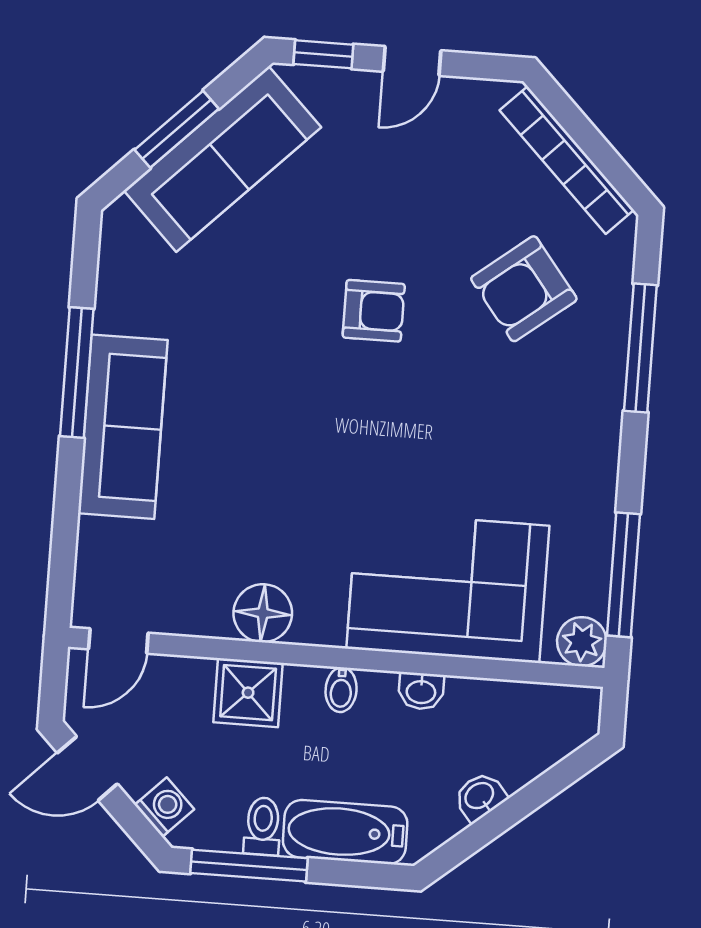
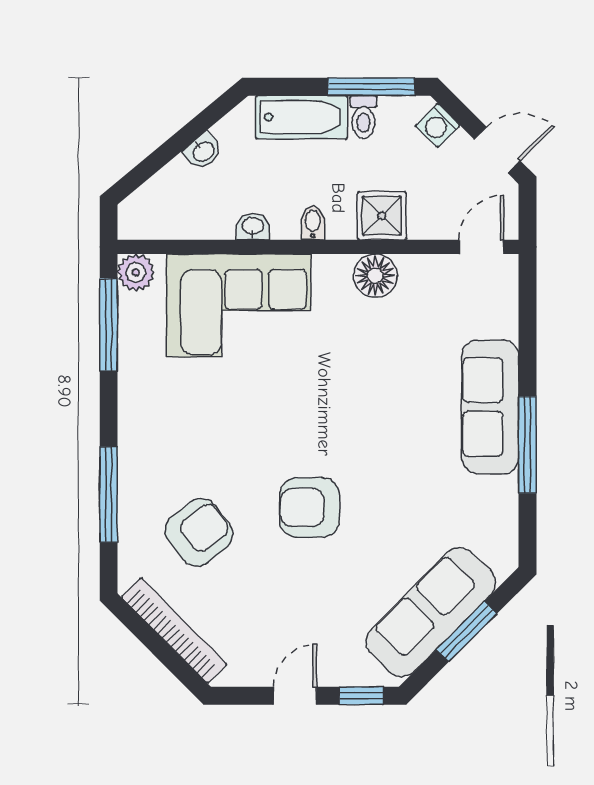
armchair: (374, 311) -> (310, 507), width x1.38, depth x1.38

